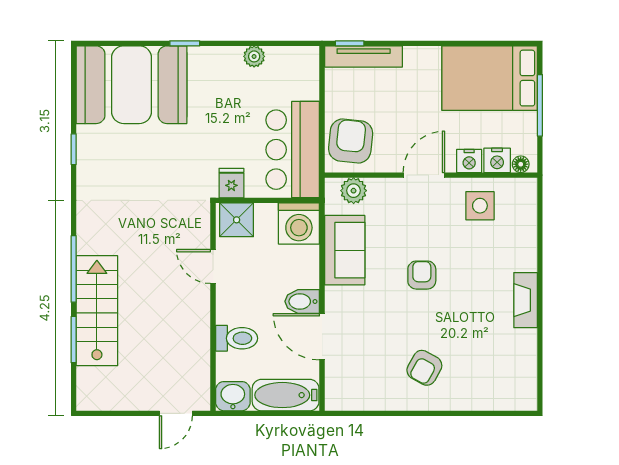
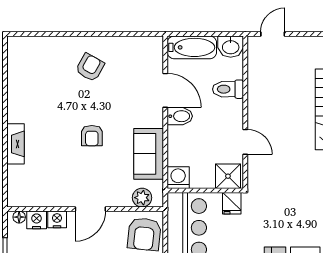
side table: (480, 206) -> (49, 187), removed
washing machine: (299, 224) -> (178, 178), width x0.73, depth x0.73
fireplace: (526, 300) -> (16, 144), moved

